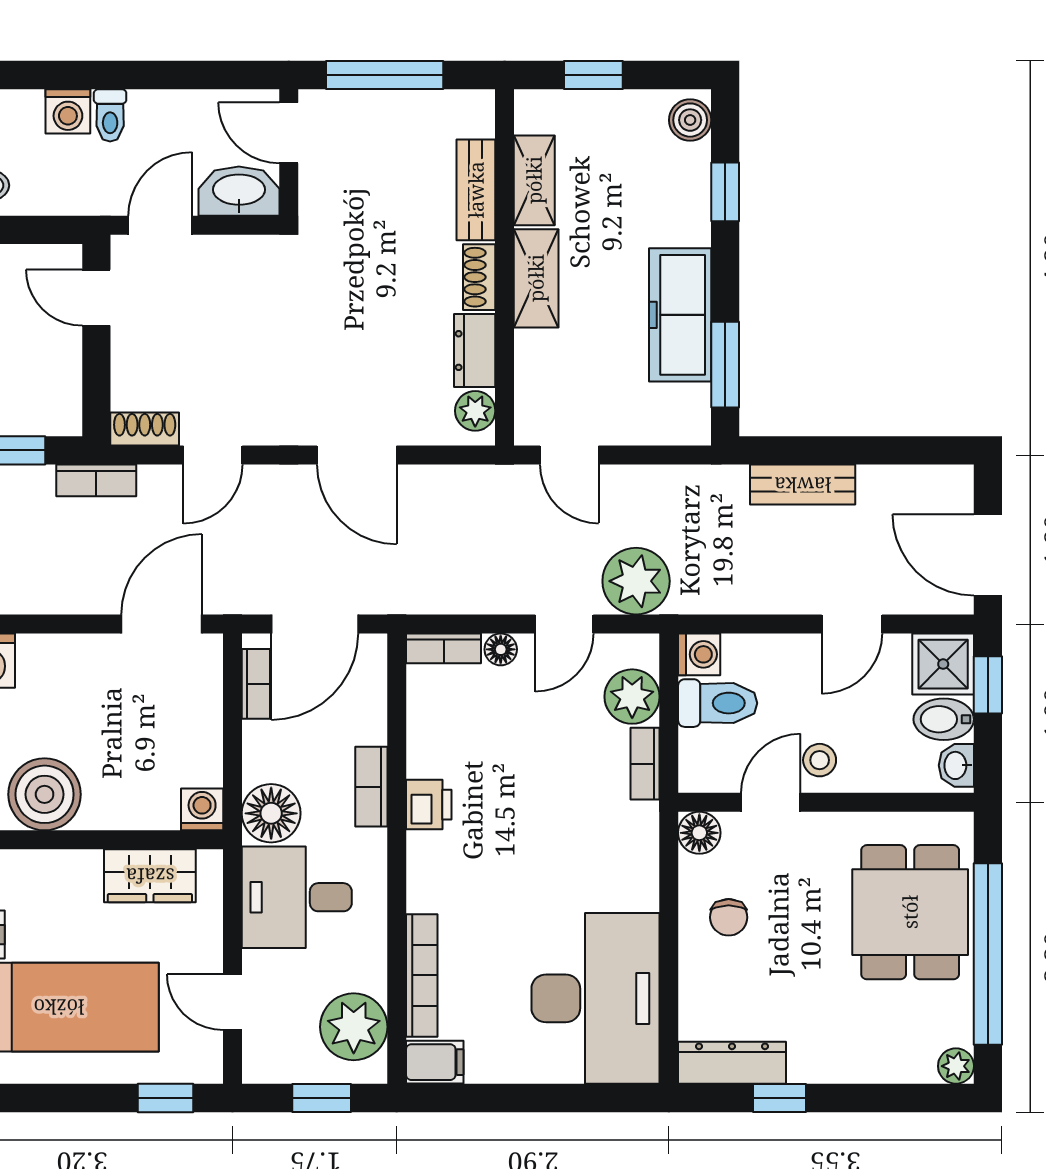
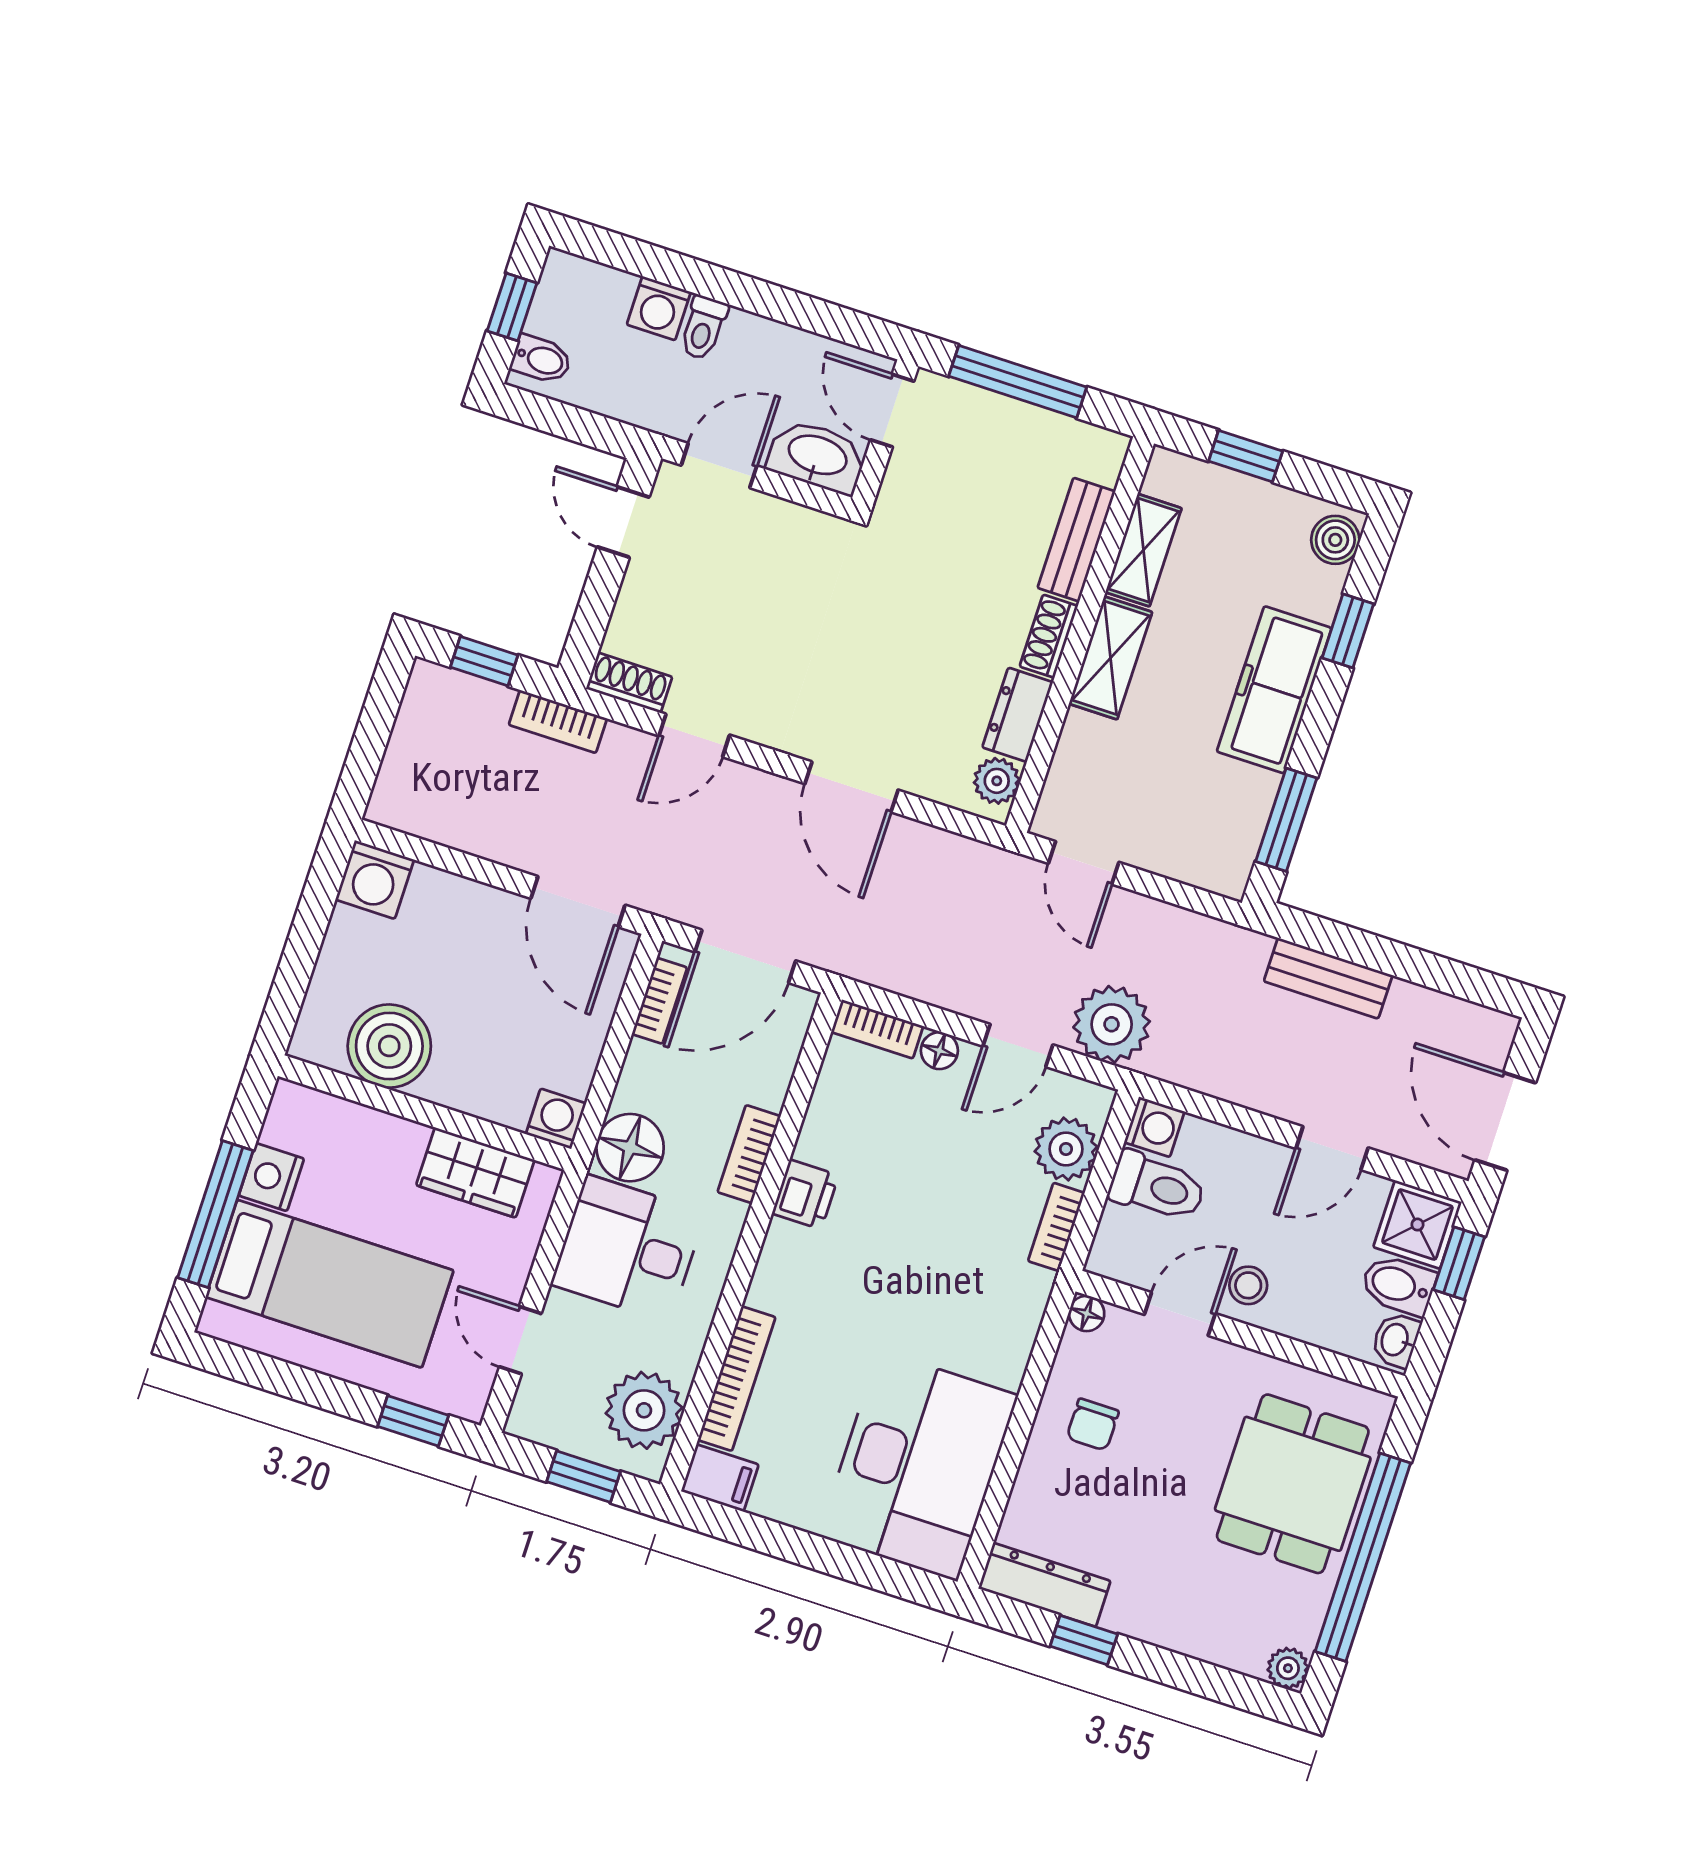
freezer: (680, 315) -> (1274, 690), moved
door: (162, 624) -> (578, 902), swing flipped
floor lamp: (699, 833) -> (1087, 1313), width x0.73, depth x0.73

